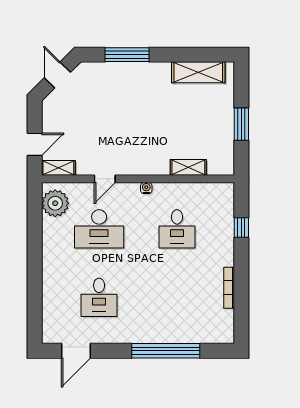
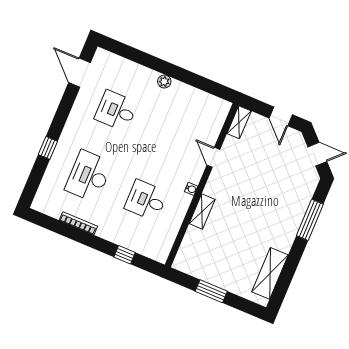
door: (35, 144) -> (281, 116), moved
shelving: (188, 167) -> (202, 211), moved
plant: (55, 203) -> (164, 81), moved, width x0.53, depth x0.53
desk: (99, 229) -> (89, 176), moved
window: (166, 351) -> (48, 148), width x0.32

